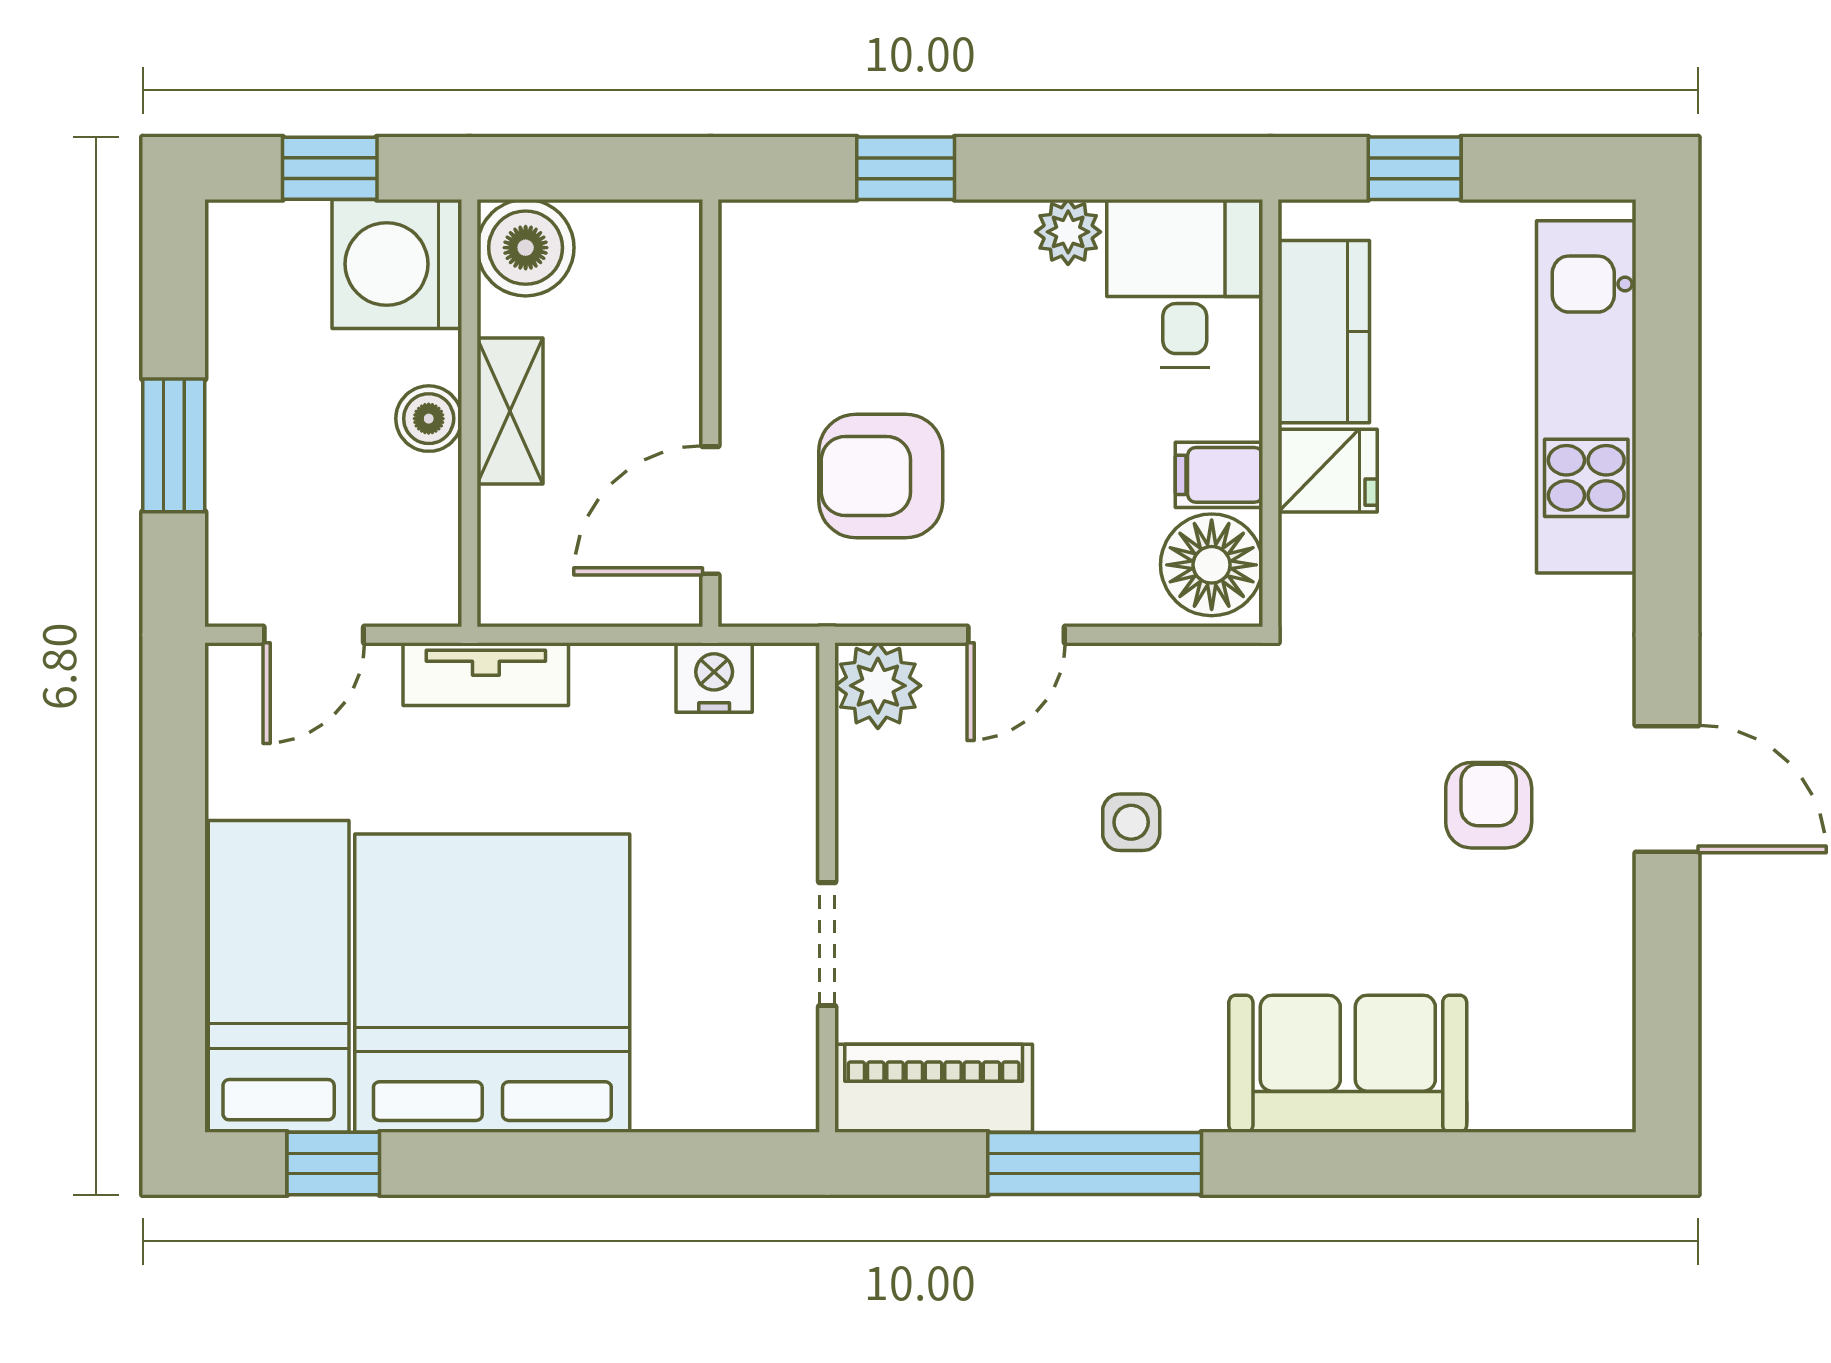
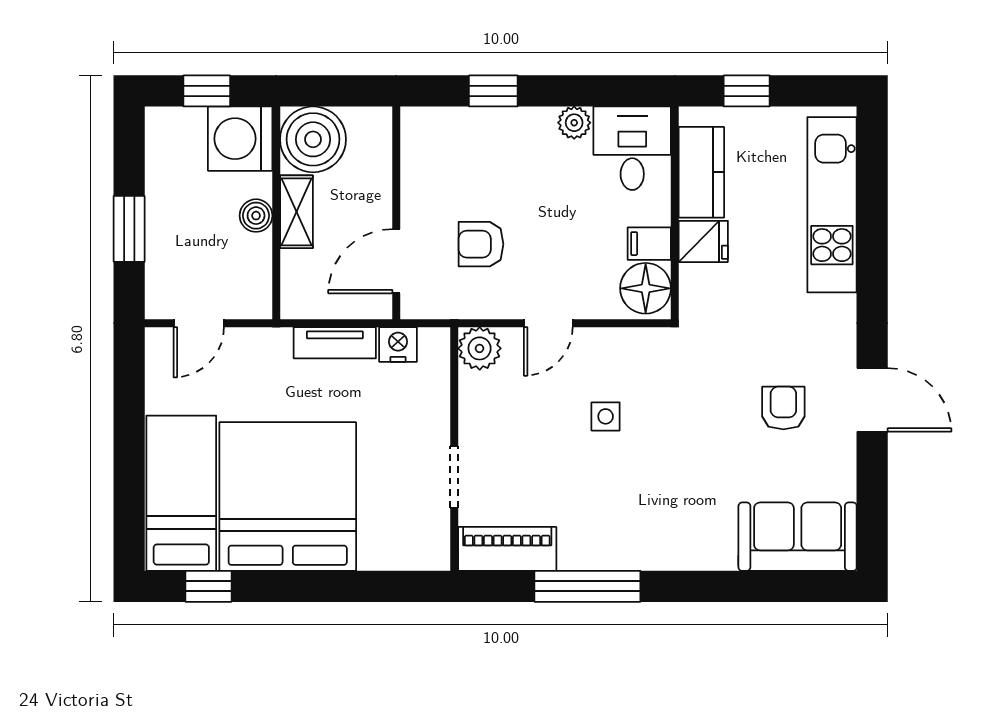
boiler: (526, 248) -> (313, 139), width x1.37, depth x1.37
armchair: (881, 476) -> (481, 244), width x0.72, depth x0.72
tv unit: (486, 674) -> (335, 343), moved
sofa: (1348, 1064) -> (798, 537), moved

